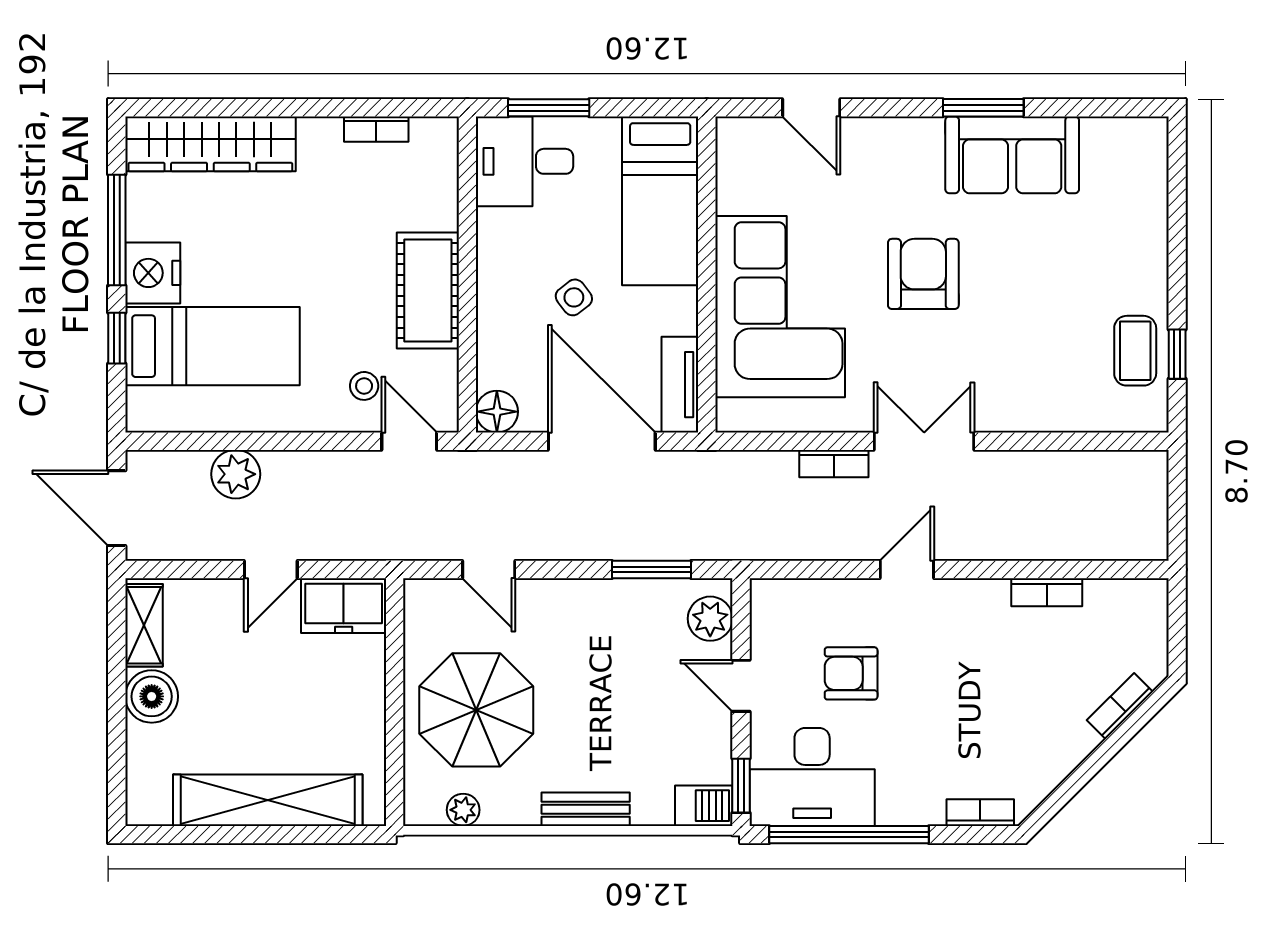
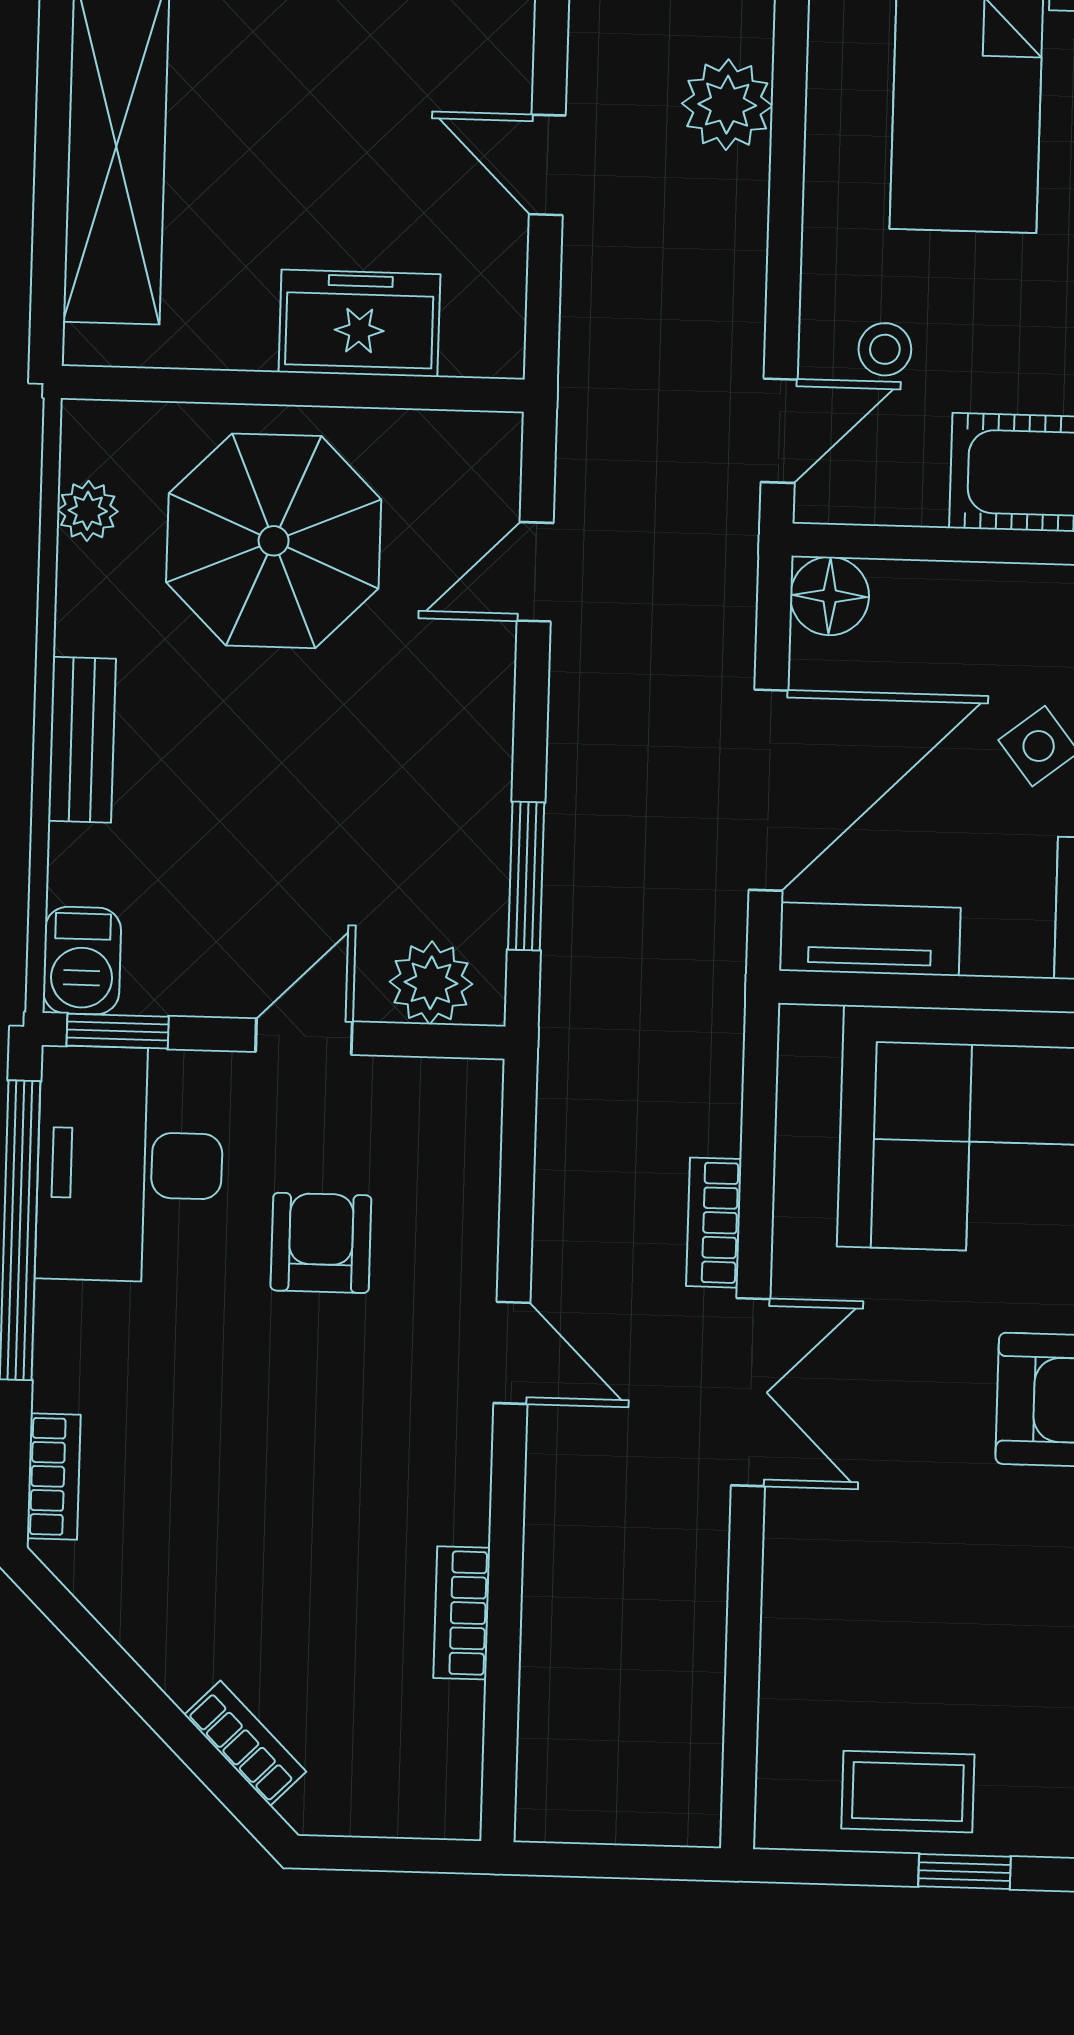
window: (1177, 354) -> (965, 1872), moved
freezer: (344, 606) -> (359, 323), moved, turned 90

